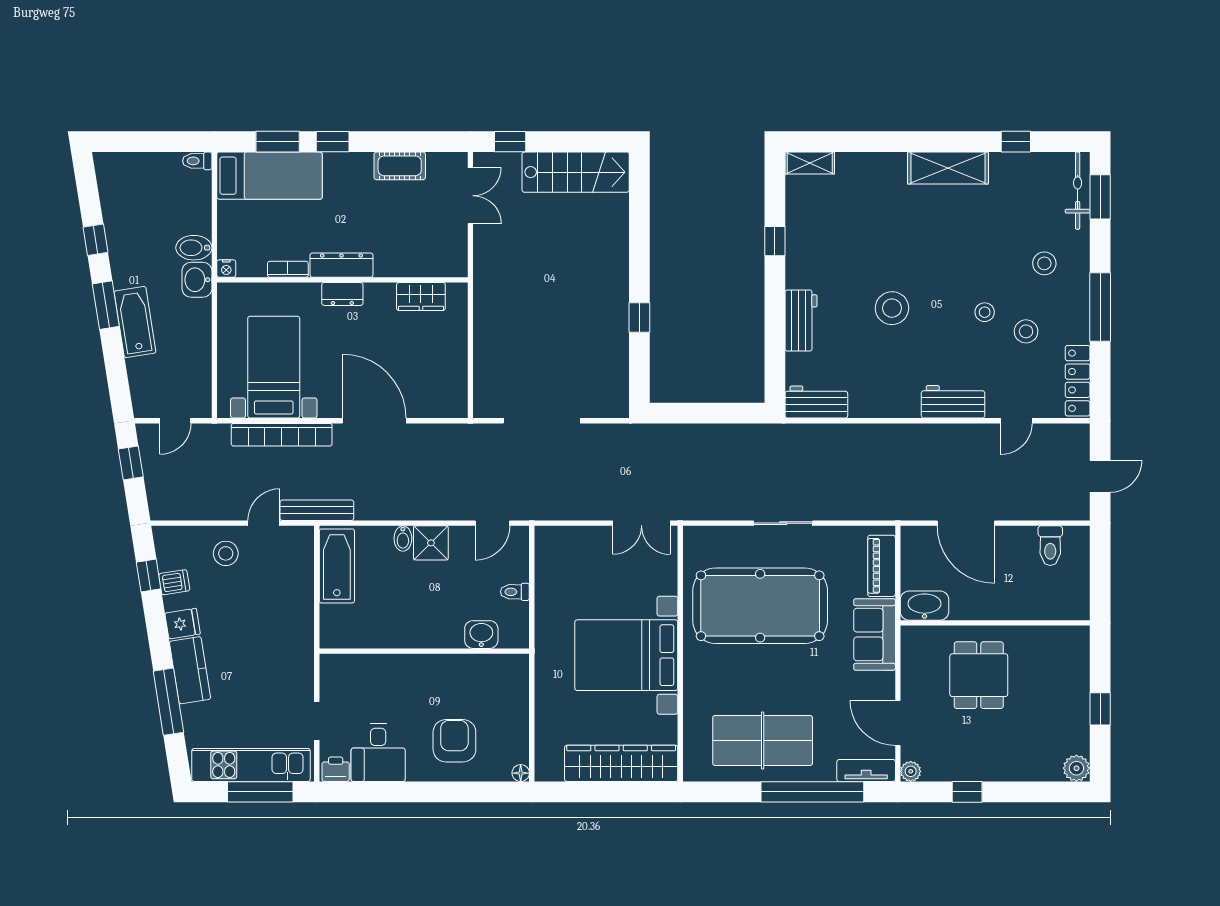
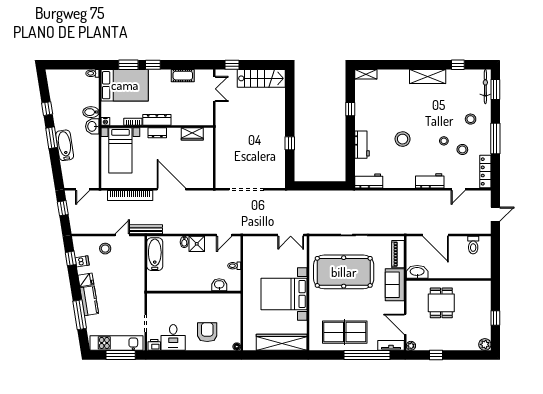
bed: (270, 176) -> (125, 85), width x1.50
bed with nightstands: (274, 367) -> (120, 150), moved, turned 180

